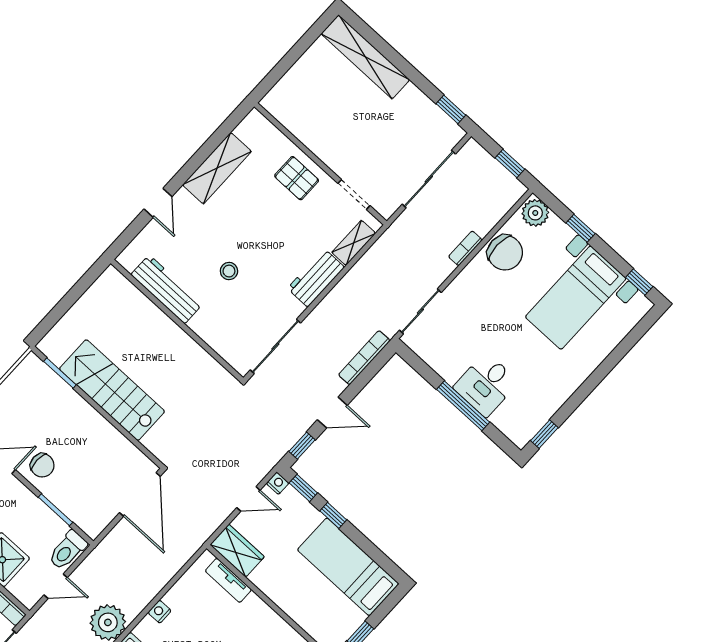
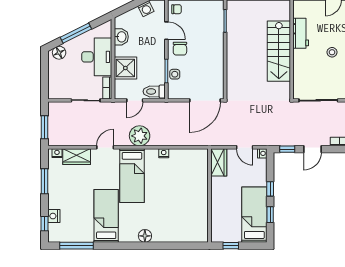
workbench: (167, 289) -> (301, 33), width x0.73
stairs: (112, 390) -> (279, 51), moved, turned 180
door: (332, 413) -> (313, 149), hinge flipped
window: (303, 488) -> (270, 215), moved
side table: (69, 503) -> (175, 74), added
tv unit: (228, 580) -> (203, 170), removed
door: (56, 586) -> (135, 100), hinge flipped

